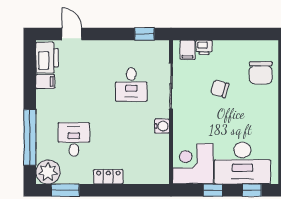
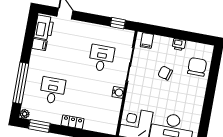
printer: (204, 47) -> (179, 44), moved
chair: (261, 73) -> (197, 67), turned 180
desk: (131, 85) -> (101, 58), turned 180
plant: (48, 172) -> (25, 114), width x0.53, depth x0.53

